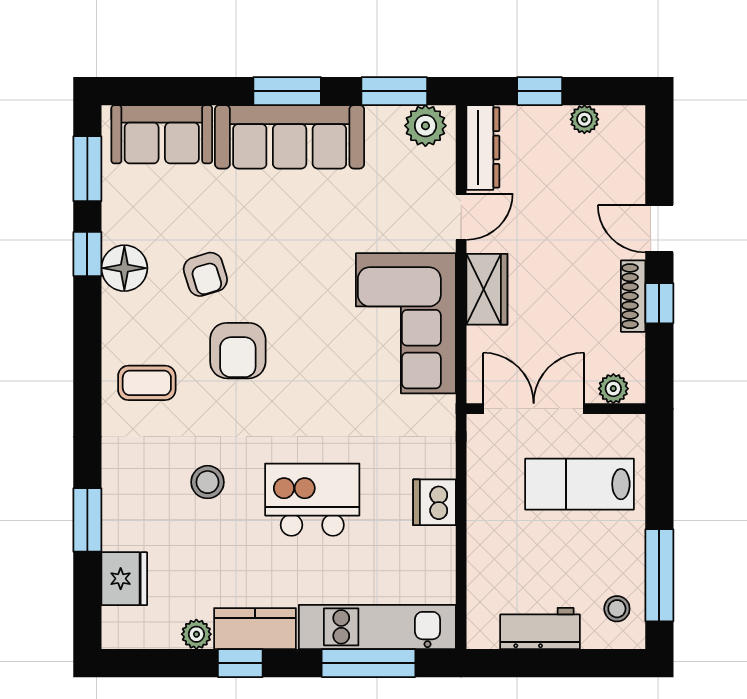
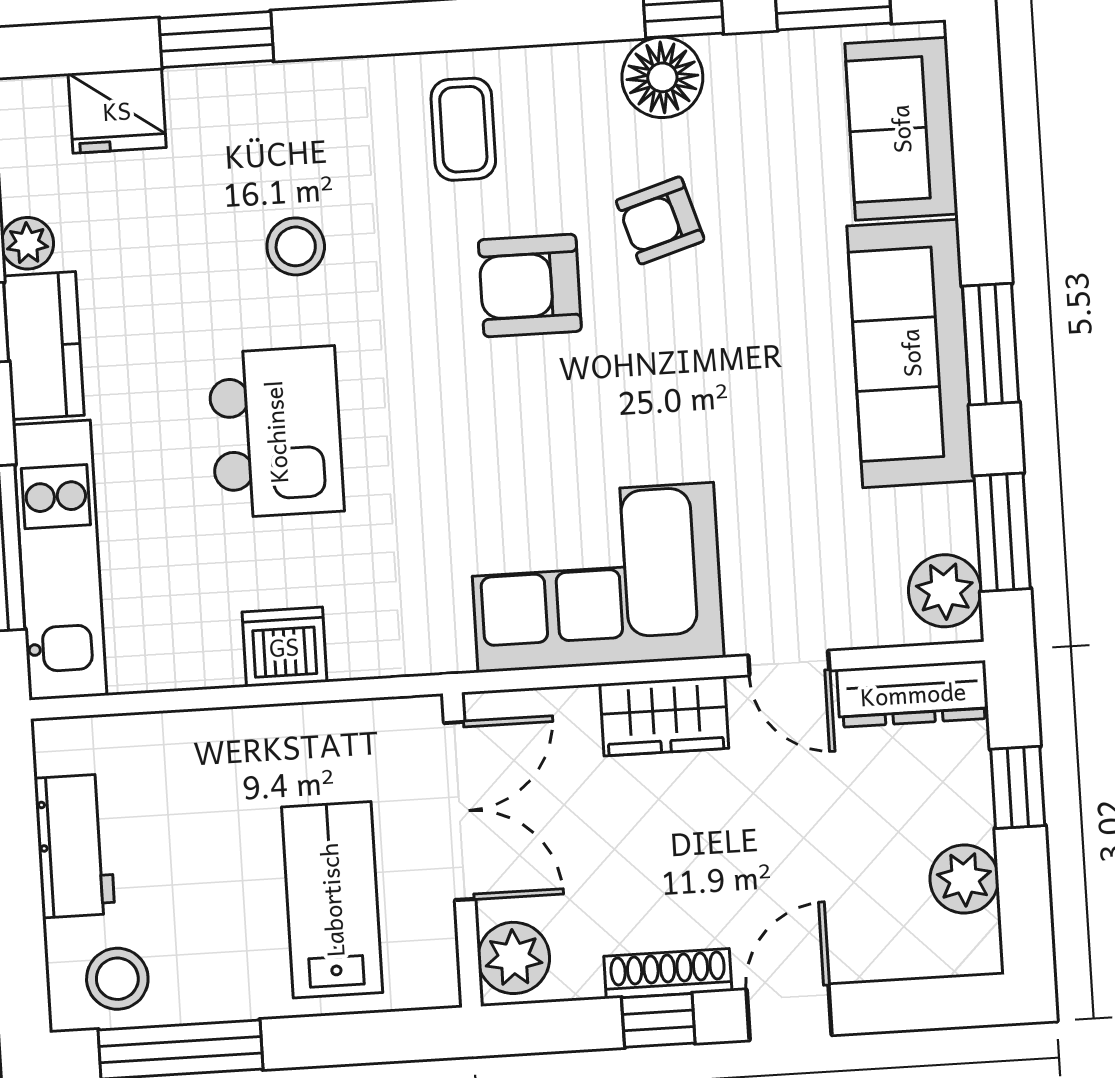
plant: (584, 119) -> (964, 879), width x1.38, depth x1.38
plant: (613, 389) -> (514, 958), width x1.38, depth x1.38
stool: (617, 609) -> (117, 979), width x1.37, depth x1.37

